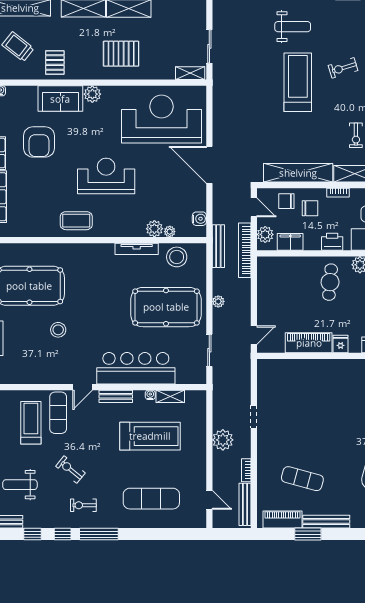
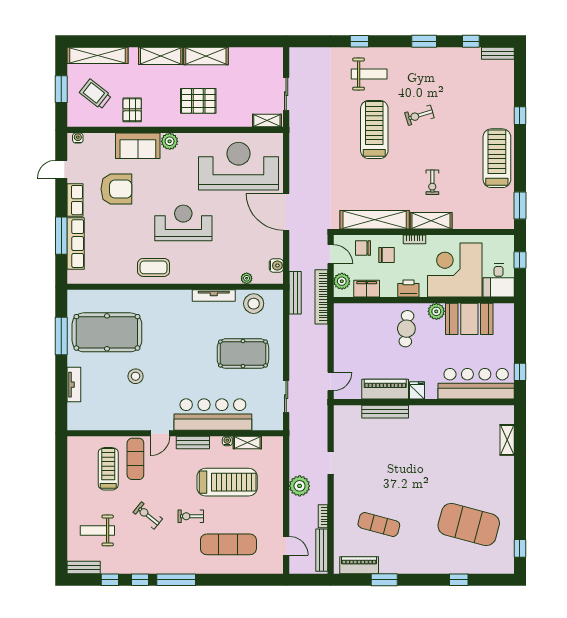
armchair: (39, 142) -> (116, 189), turned -90
plant: (154, 229) -> (231, 275), removed
plant: (218, 301) -> (295, 348), removed
pool table: (166, 307) -> (243, 354), width x0.73, depth x0.76
exercise bike: (83, 505) -> (191, 516), moved
bench: (326, 522) -> (385, 412), moved

